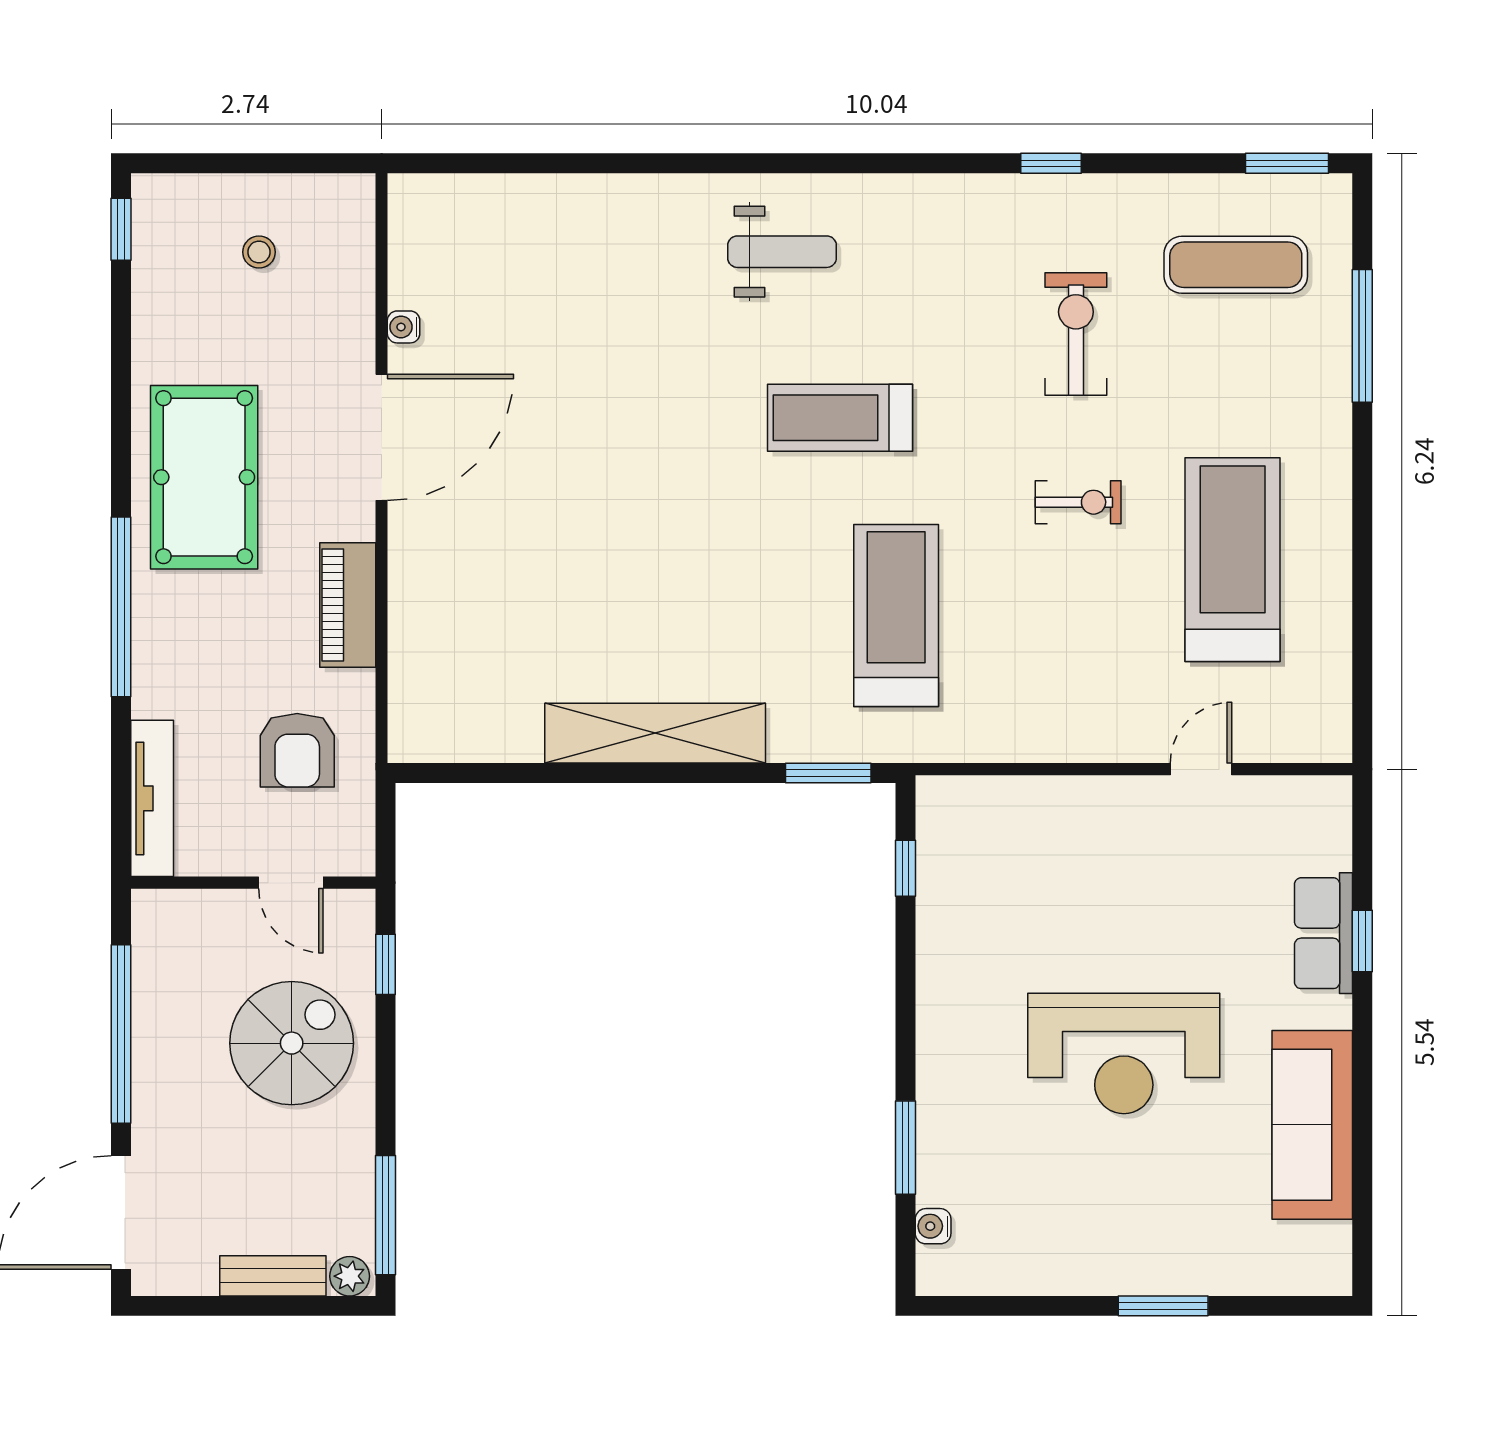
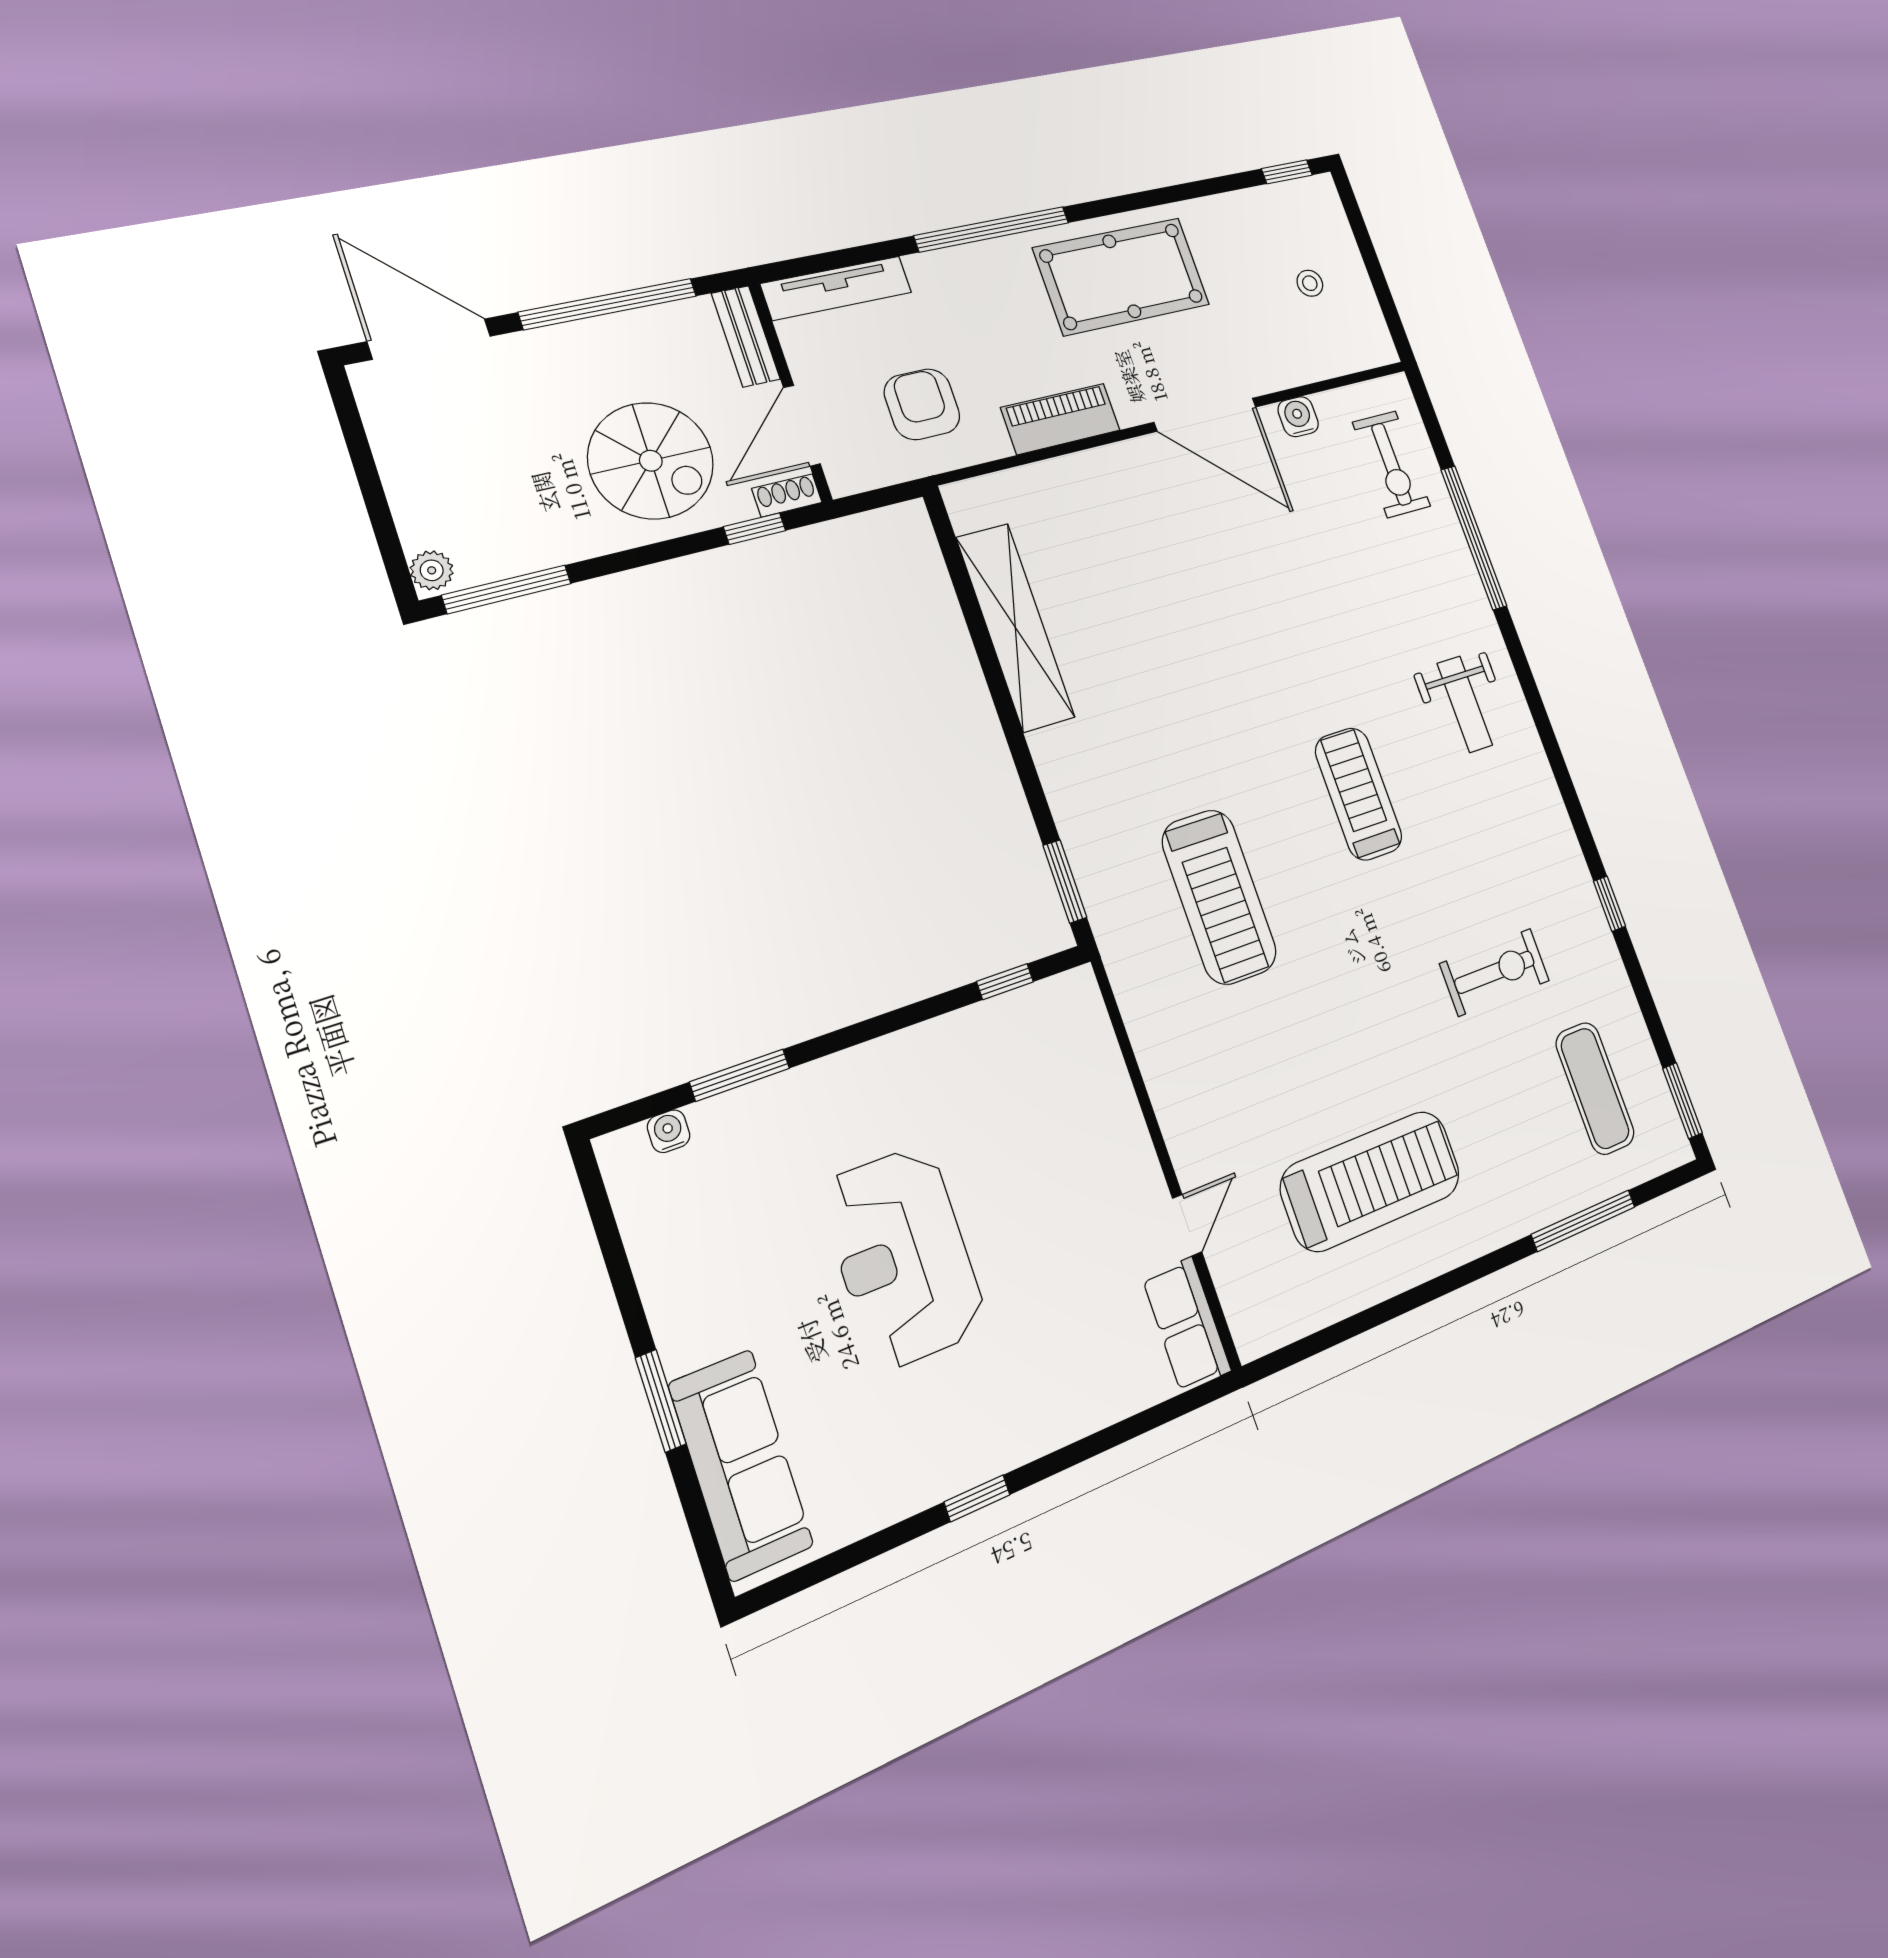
window: (600, 163) -> (1474, 538), added
water cooler: (404, 327) -> (1298, 417), width x1.38, depth x1.38
exercise bike: (1078, 502) -> (1391, 464), moved, width x1.38, depth x1.39
treadmill: (896, 616) -> (1219, 897), turned 90
shelving: (655, 733) -> (1015, 627), moved
armchair: (297, 750) -> (922, 404), turned 90
door: (1201, 769) -> (1187, 1225), hinge flipped
door: (291, 883) -> (802, 426), width x1.38
shoe rack: (360, 921) -> (787, 495), added
row of seats: (1324, 933) -> (1187, 1324), moved, turned -90
window: (1362, 941) -> (977, 1498), moved
sofa: (1312, 1125) -> (741, 1465), moved, turned 90
bench: (273, 1276) -> (746, 336), moved

